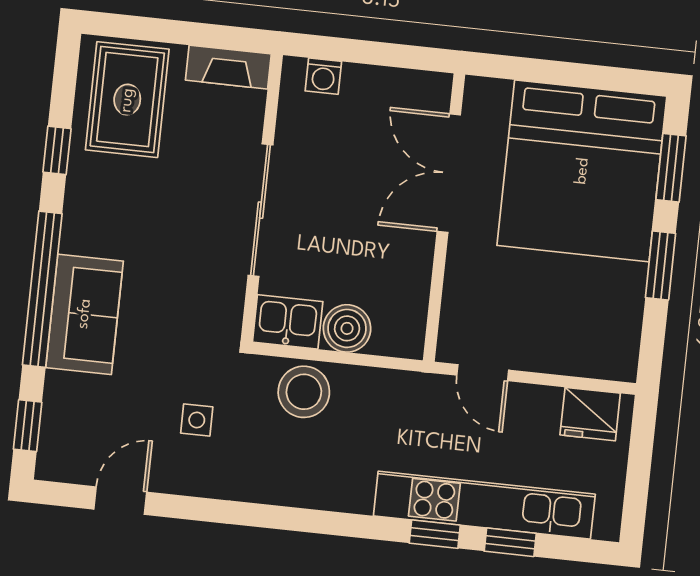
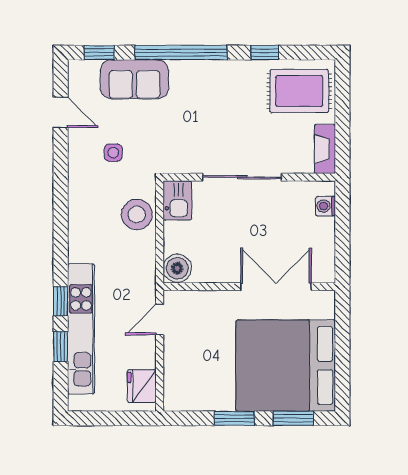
sofa: (84, 314) -> (134, 79), moved
boiler: (347, 328) -> (177, 268), moved

